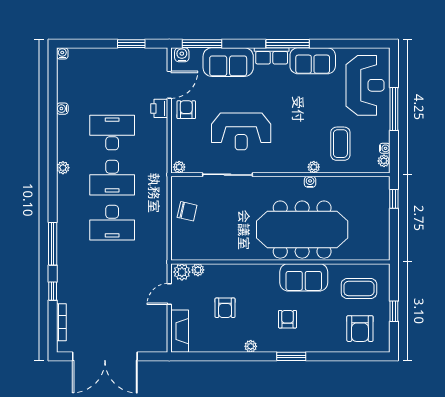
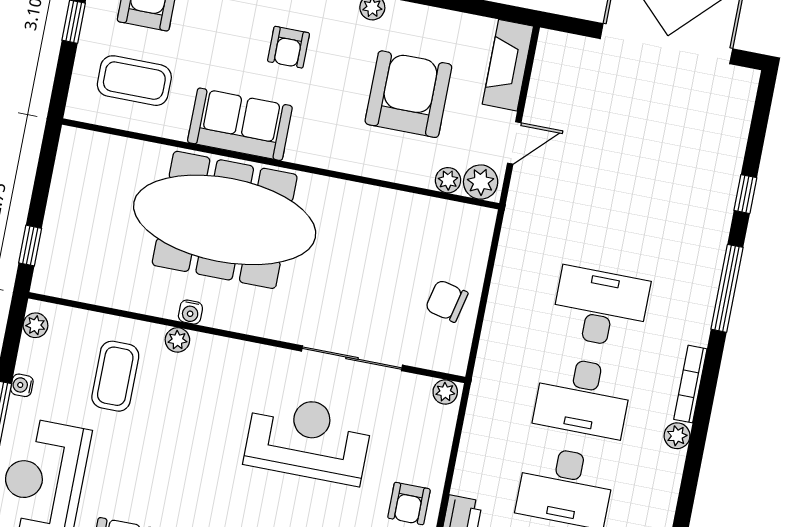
water cooler: (385, 148) -> (22, 385), moved
desk: (112, 178) -> (583, 397), turned 180
armchair: (225, 308) -> (408, 94), width x1.88, depth x1.88
bookcase: (61, 322) -> (690, 384), moved

